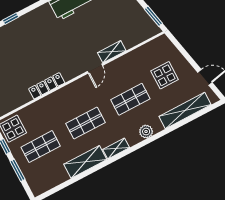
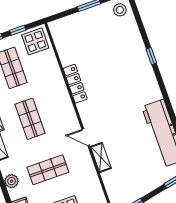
shop shelf: (130, 99) -> (48, 170), turned 90

